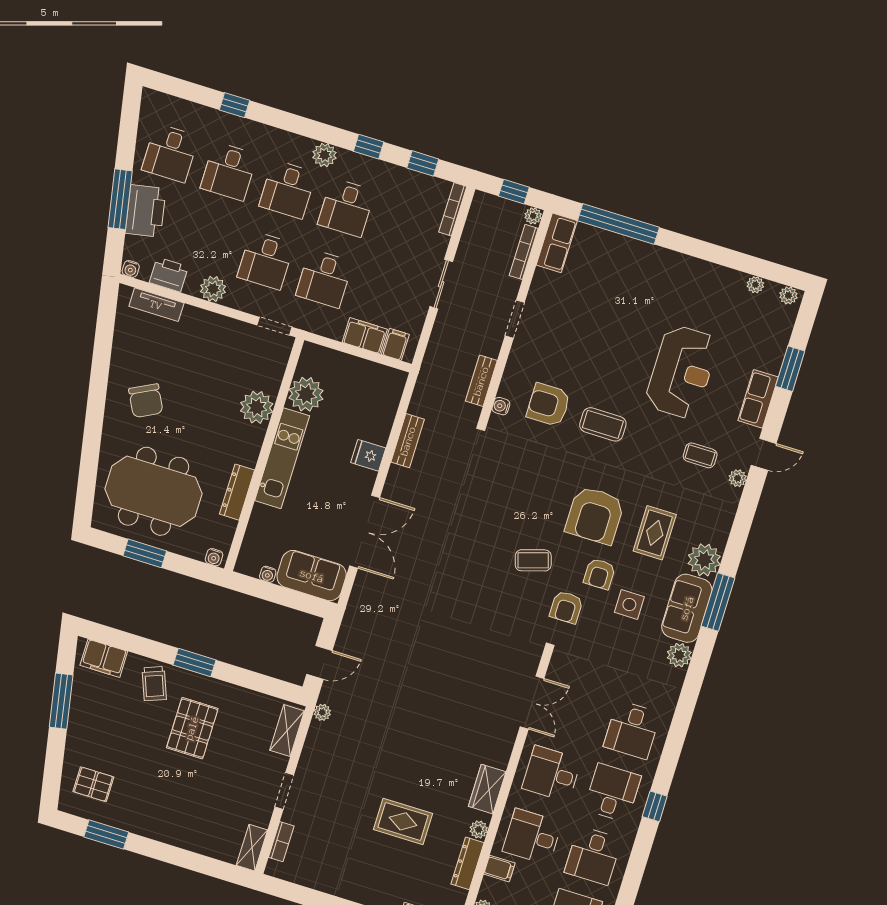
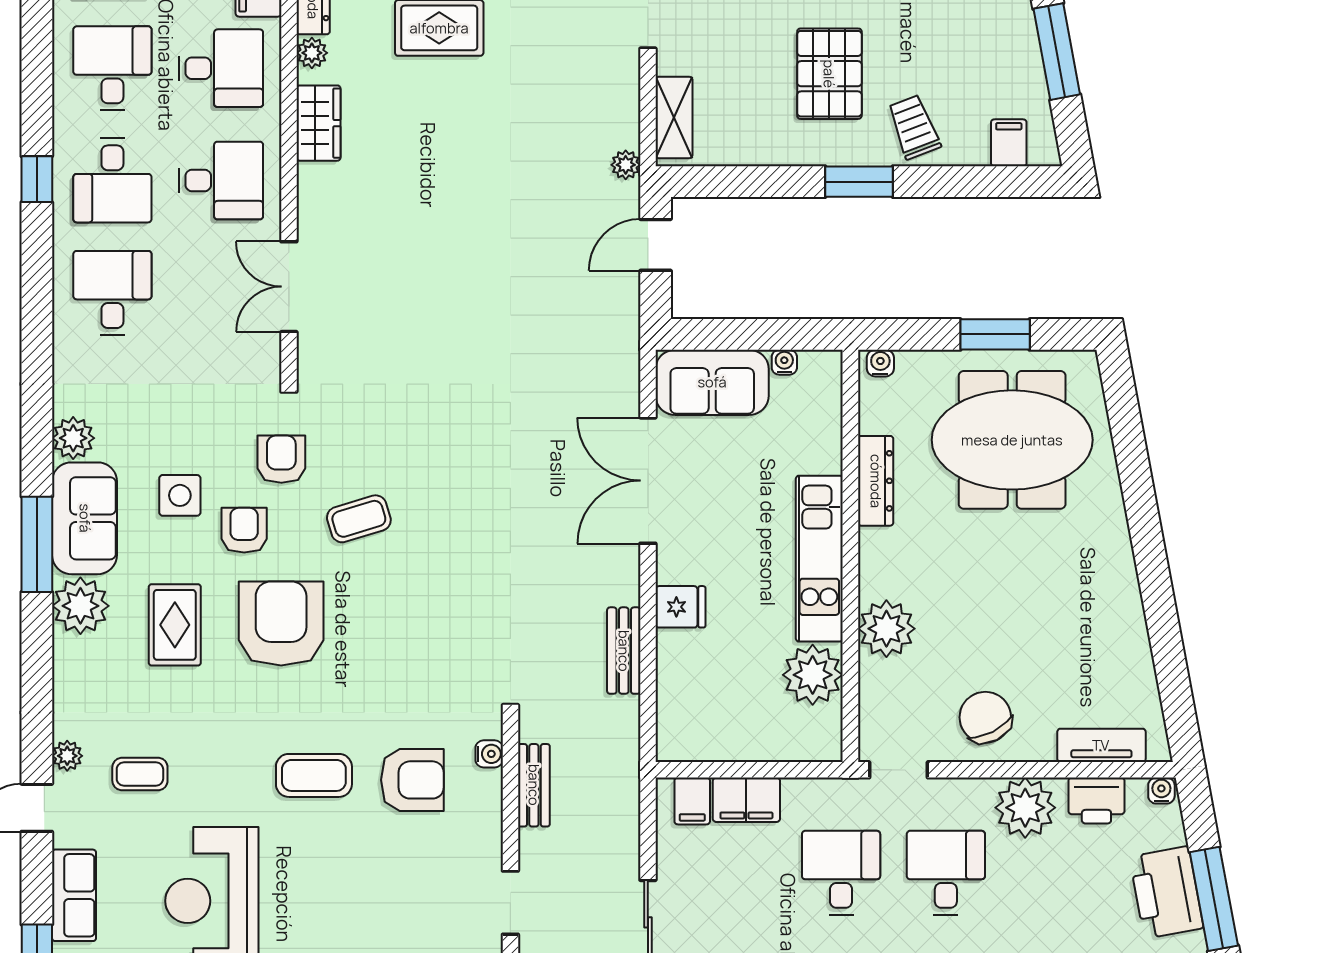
plant: (213, 289) -> (1025, 808), width x1.36, depth x1.36
chair: (146, 401) -> (985, 717), moved
filing cabinet: (104, 658) -> (1009, 143), width x0.50

